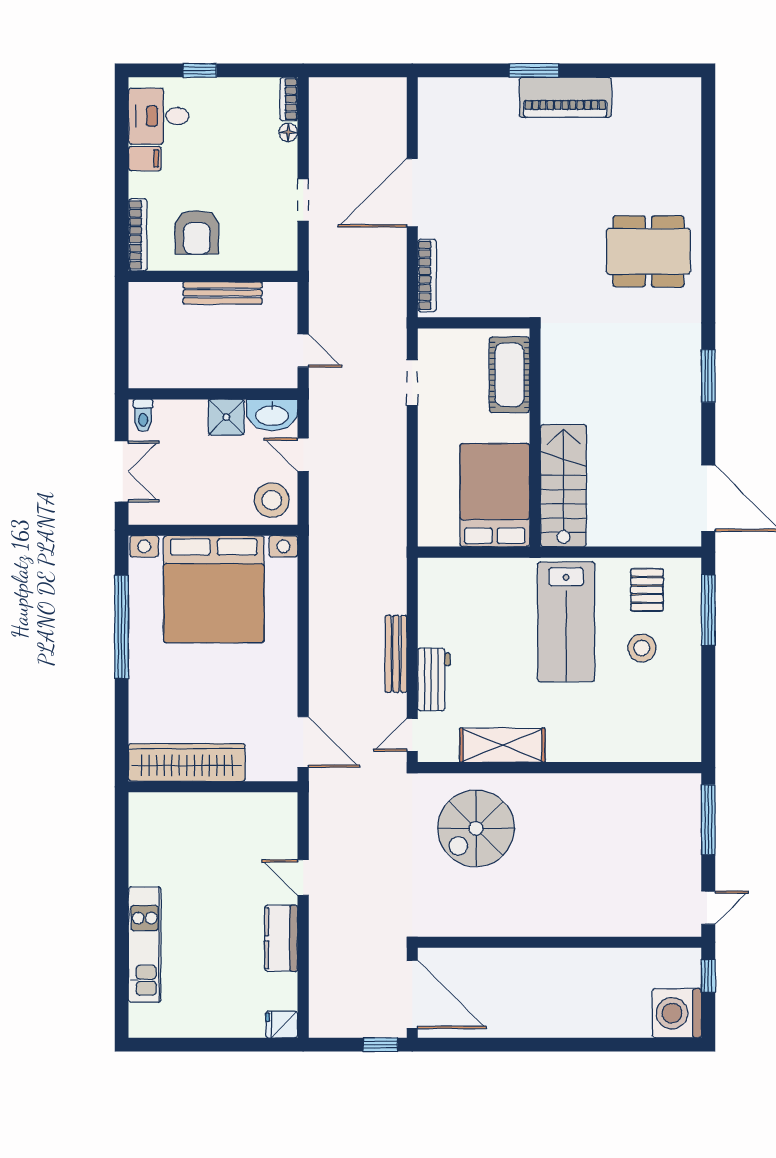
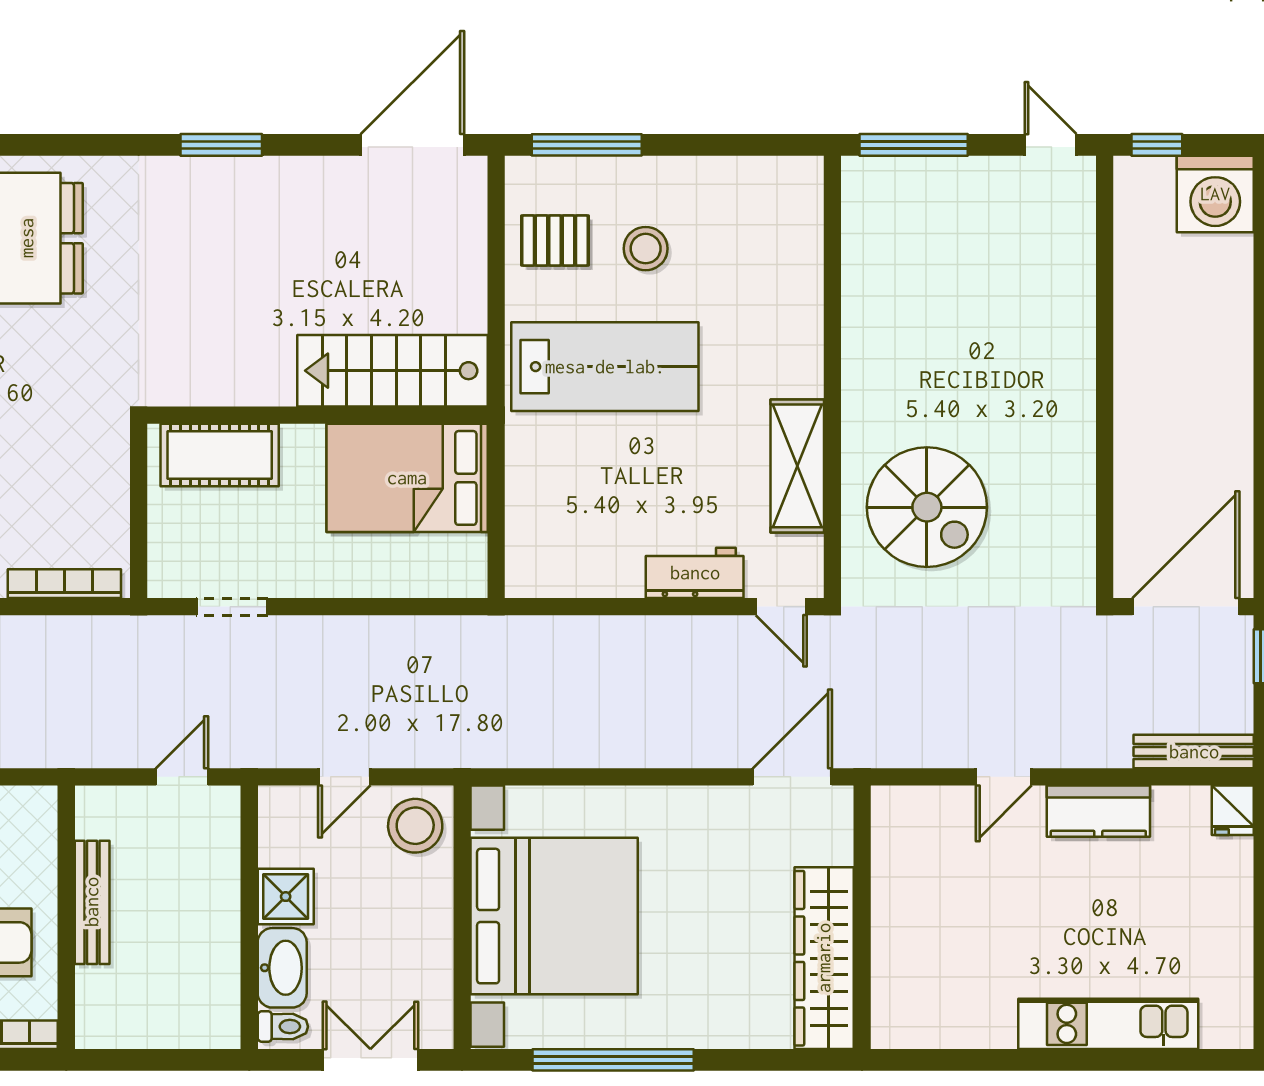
washbasin: (272, 415) -> (282, 968), moved
bench: (396, 654) -> (1194, 752), moved

